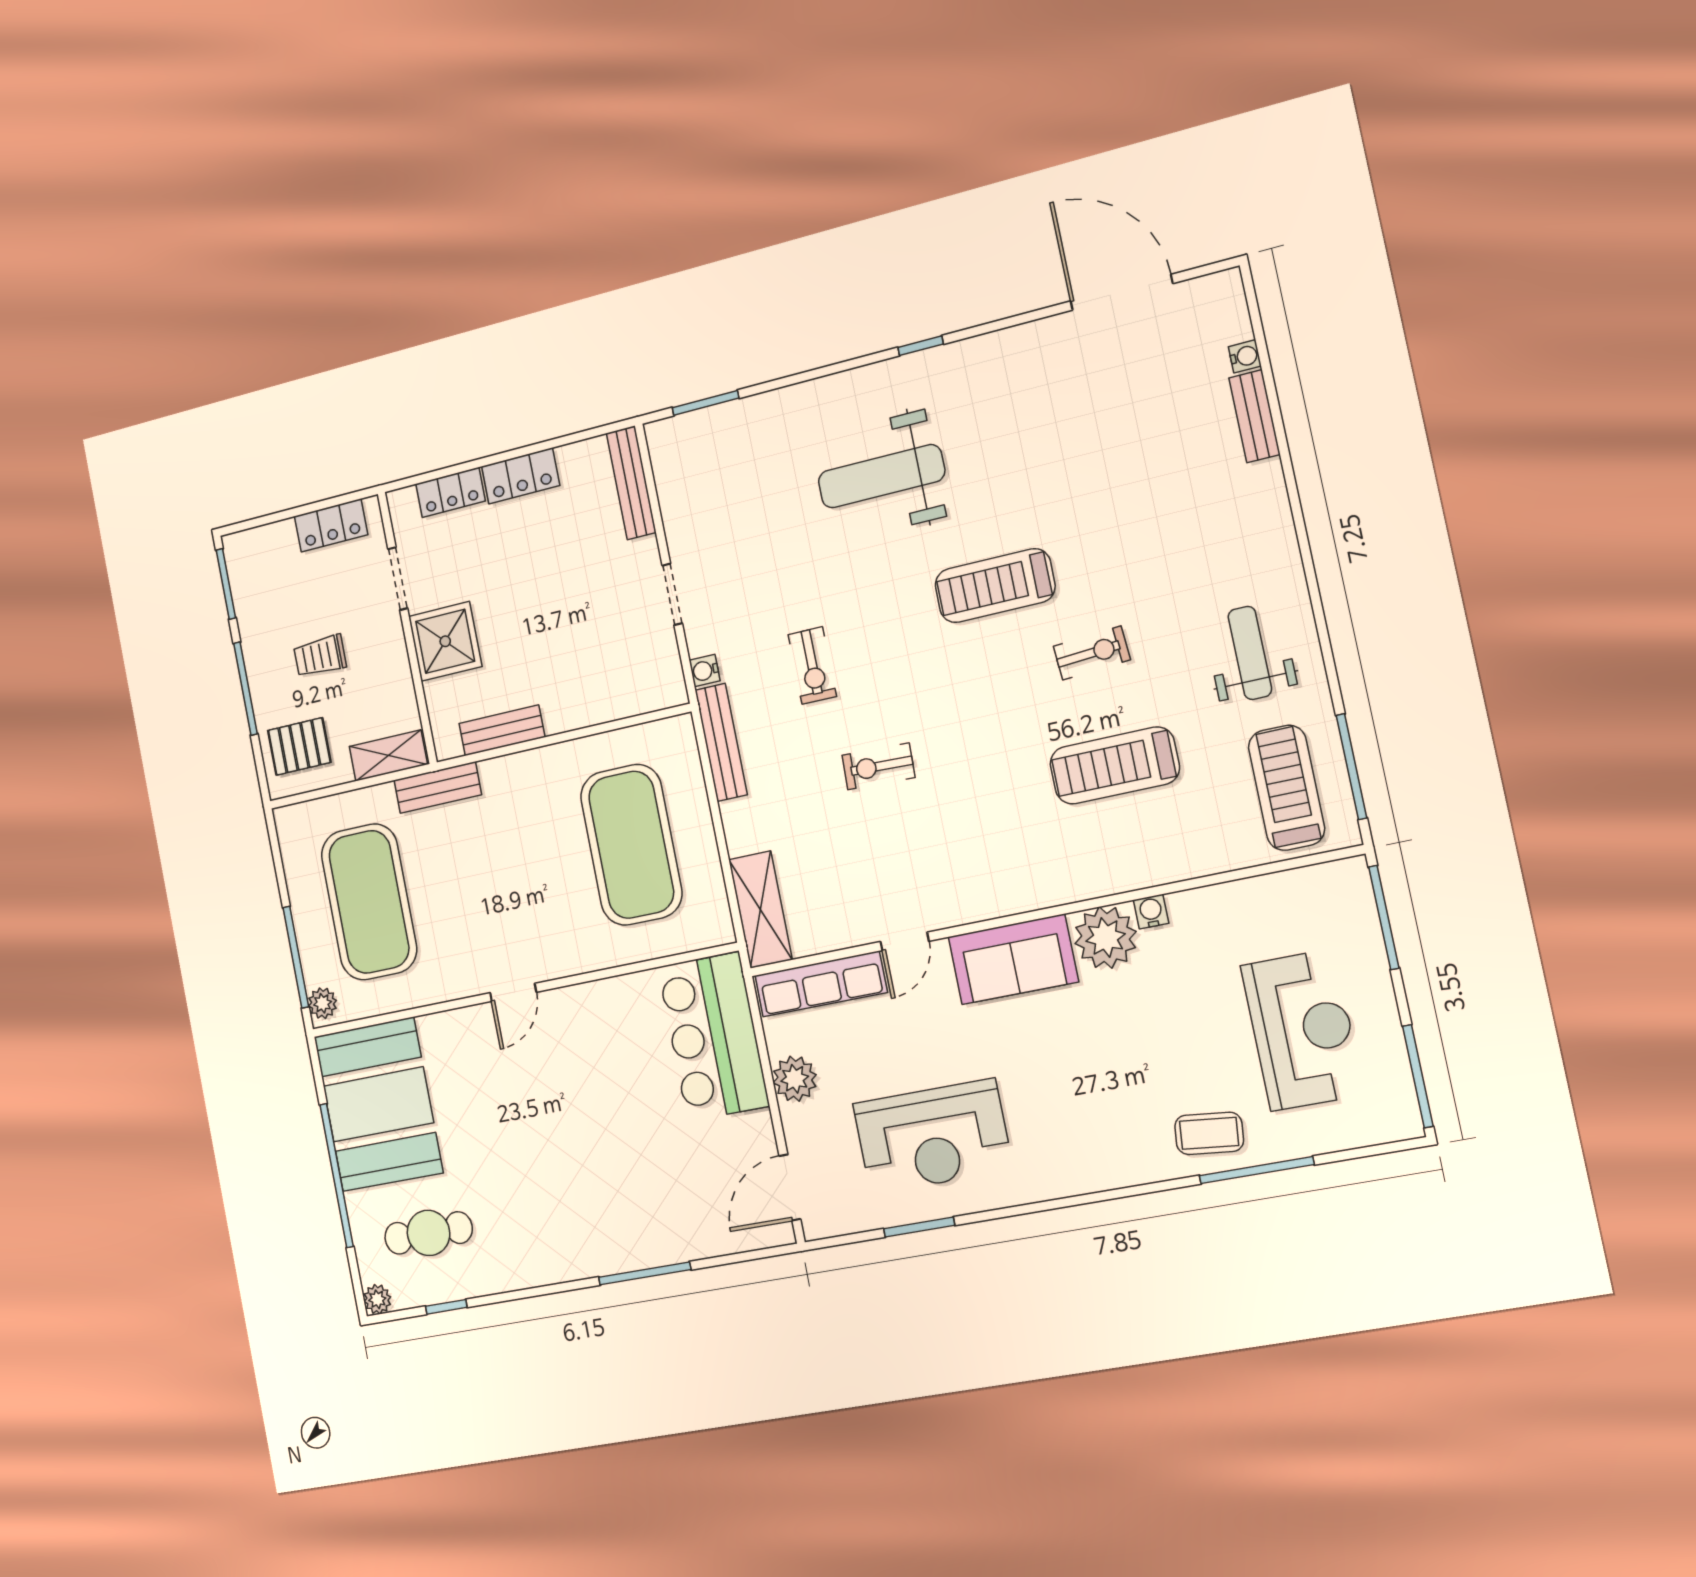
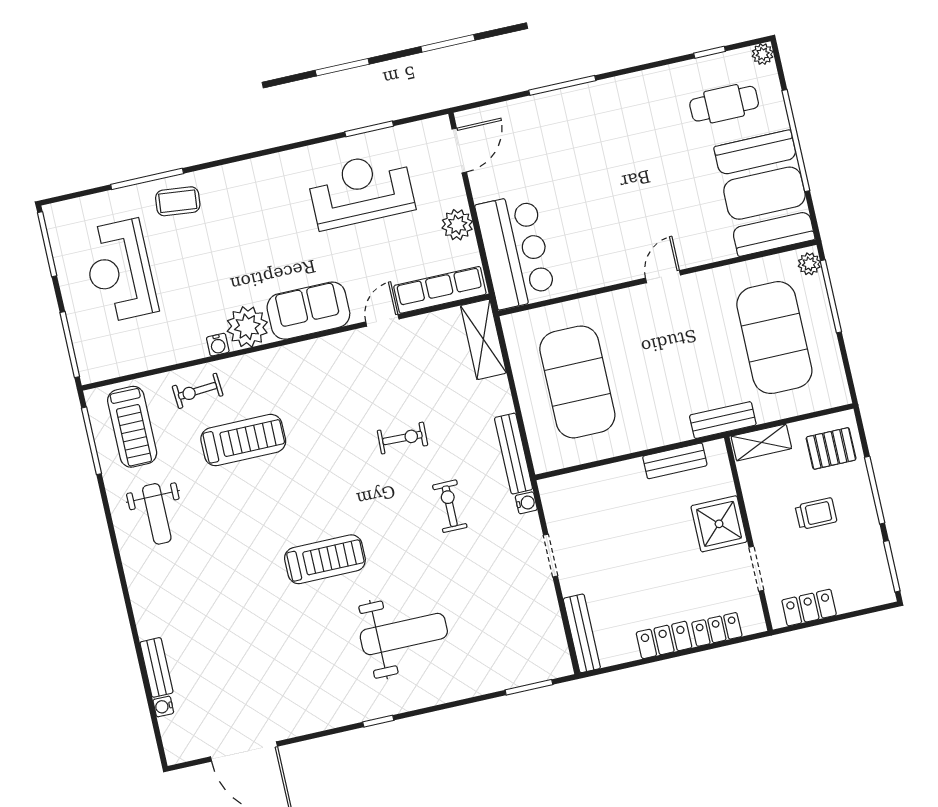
exercise bike: (1092, 653) -> (198, 391), moved

